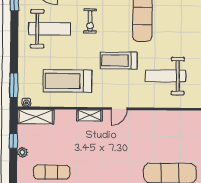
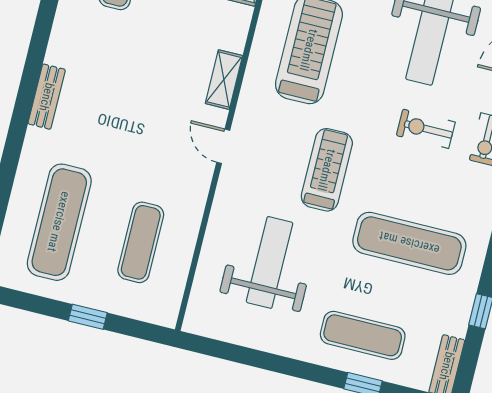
exercise mat: (188, 27) -> (363, 335), added
exercise mat: (170, 135) -> (141, 242), added

